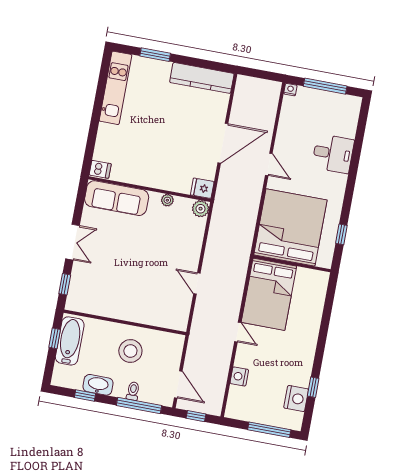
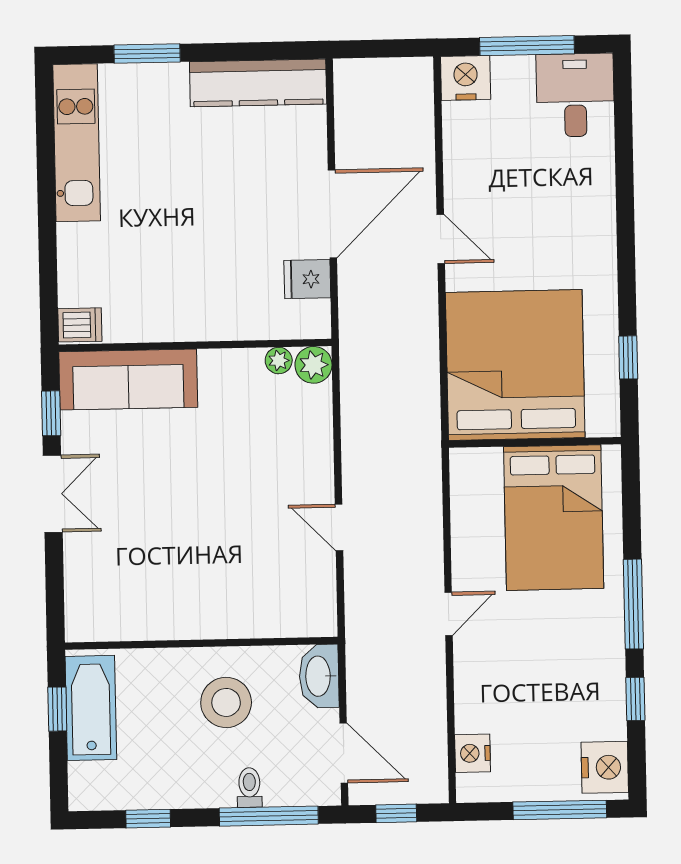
nightstand: (290, 90) -> (466, 78), width x1.89, depth x1.79
desk: (333, 154) -> (575, 95), moved, turned -90
fridge: (202, 188) -> (307, 279), moved
plant: (167, 200) -> (279, 360), moved
window: (65, 284) -> (51, 413), moved
bed: (269, 294) -> (554, 518), moved
door: (238, 332) -> (449, 614), hinge flipped
window: (321, 345) -> (633, 604), added
nightstand: (239, 376) -> (473, 753), moved
washbasin: (98, 385) -> (319, 676), moved, turned -90
nightstand: (296, 399) -> (605, 767), moved

